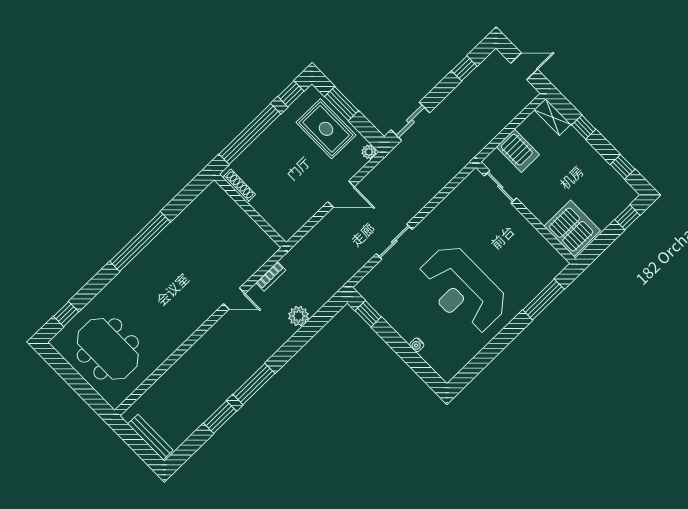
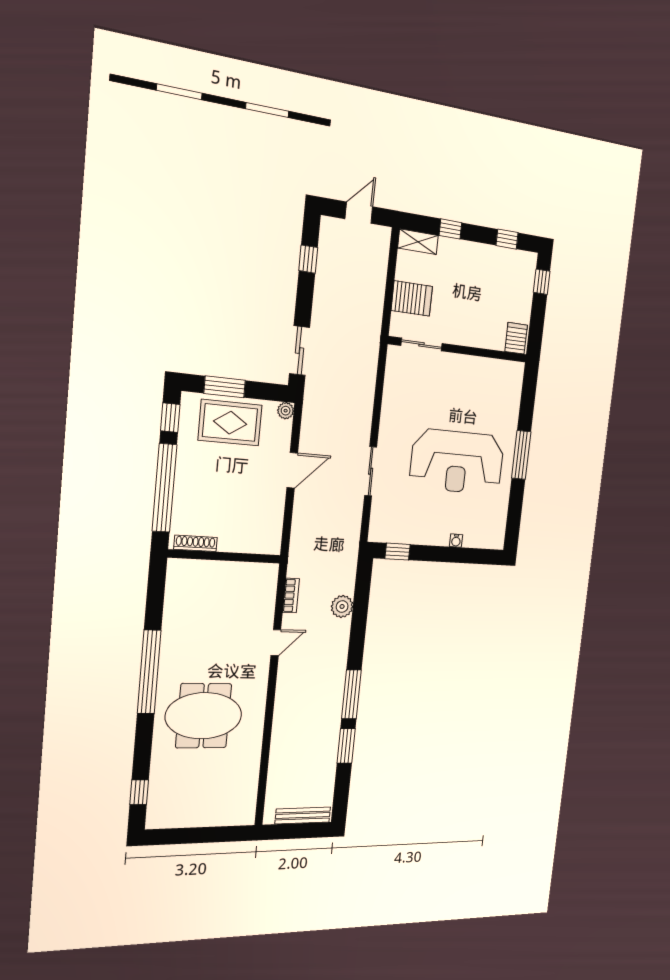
server rack: (572, 228) -> (516, 338), width x0.46, depth x0.70
window: (543, 300) -> (521, 455), moved
meeting table: (108, 349) -> (204, 716), moved

